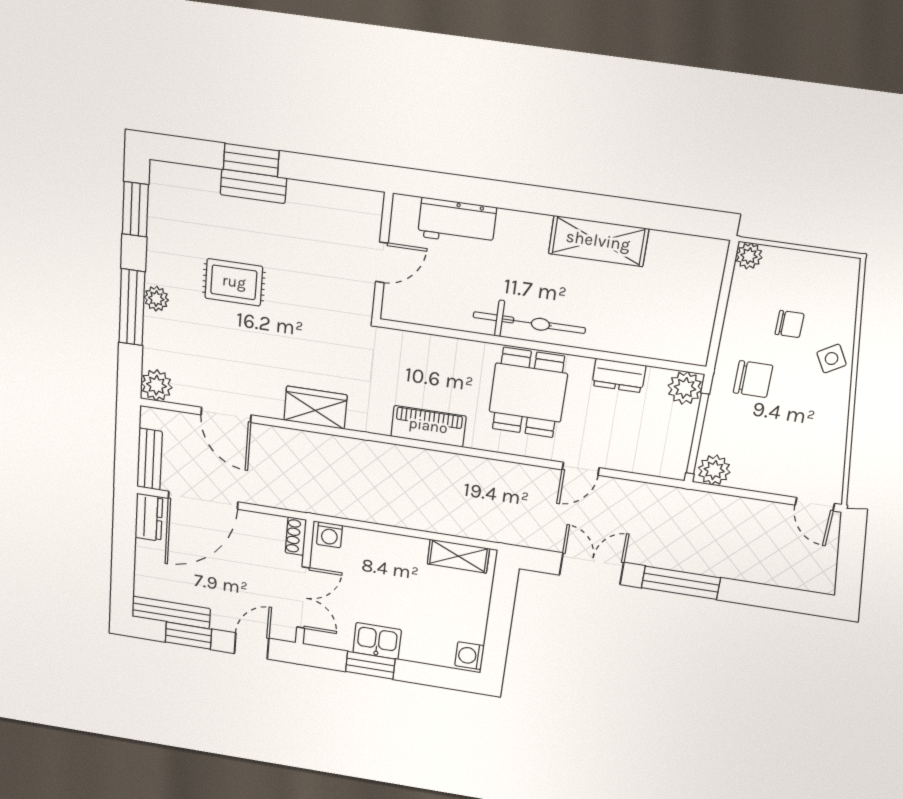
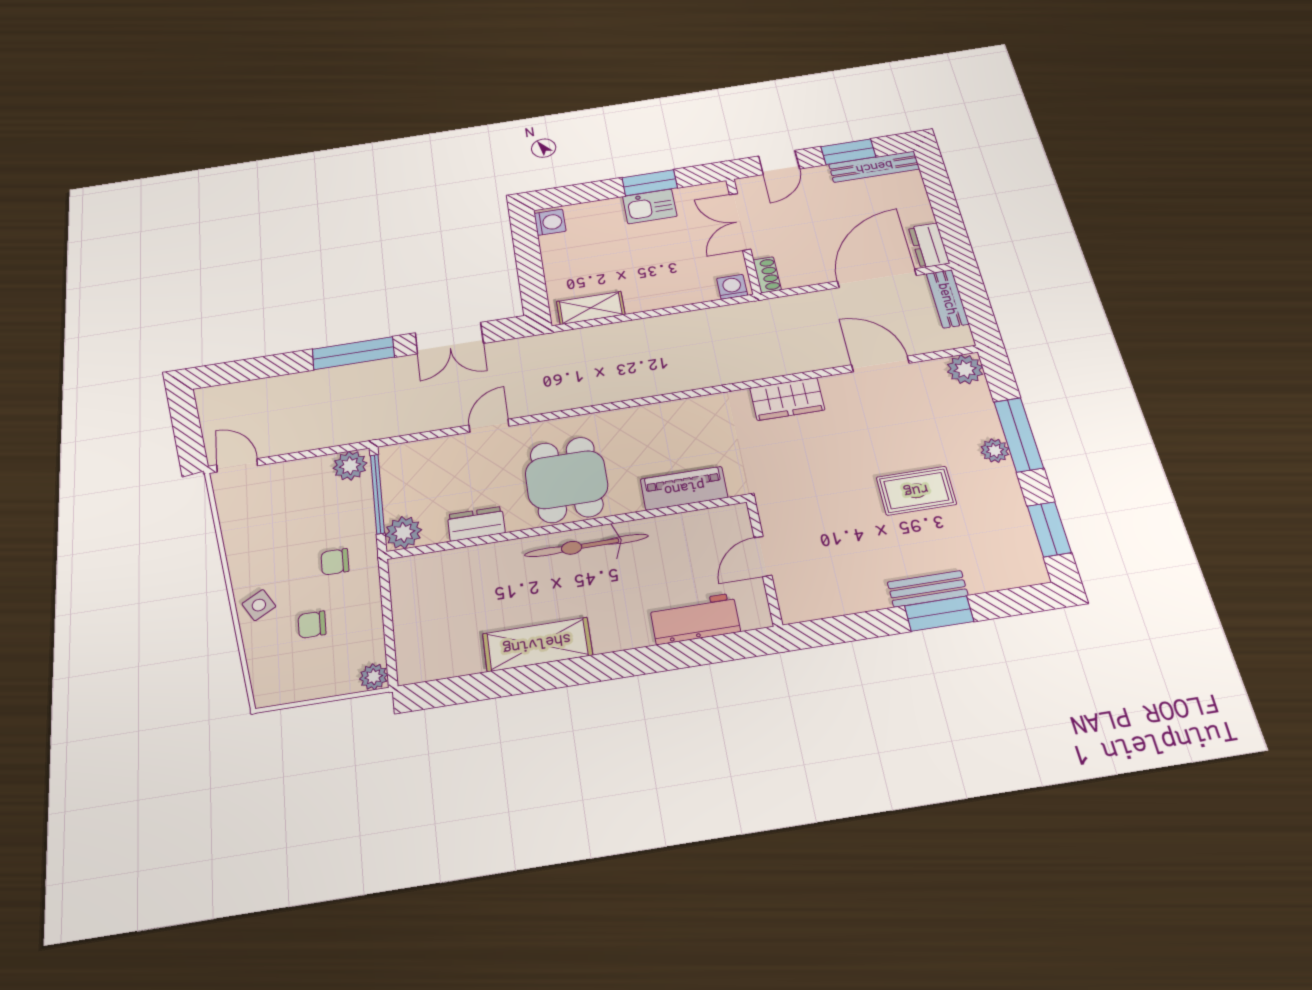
chair: (753, 379) -> (335, 562), width x0.73, depth x0.73
piano: (428, 426) -> (684, 488), moved, turned 180

